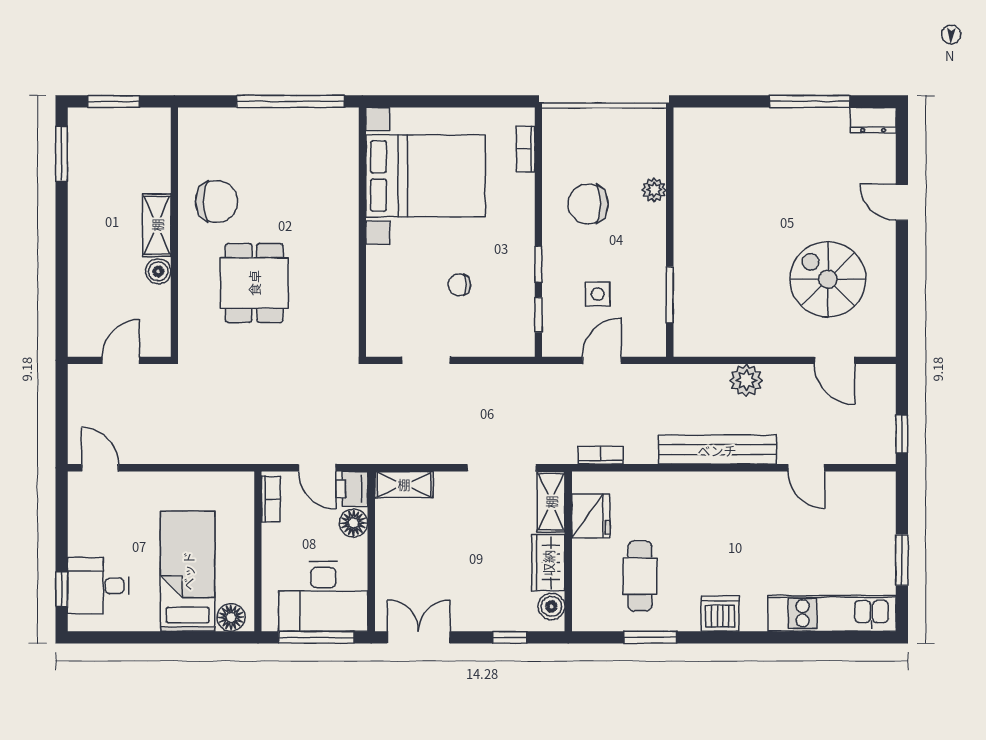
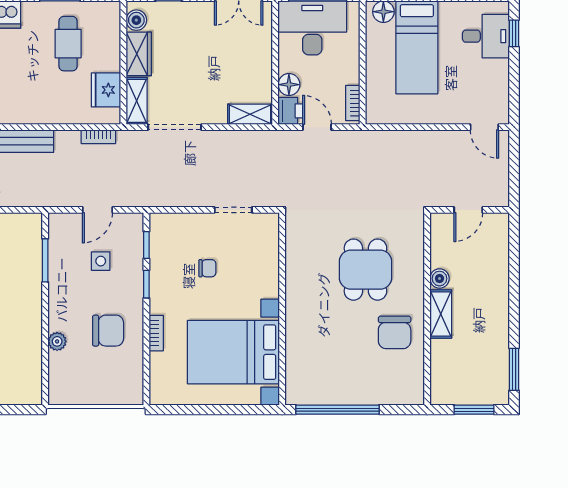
bookcase: (526, 149) -> (156, 333), moved
chair: (217, 201) -> (395, 332), turned -90

